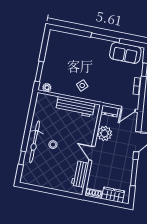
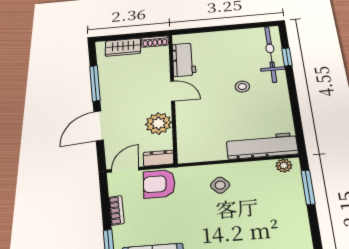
armchair: (113, 95) -> (159, 184), added
workbench: (75, 107) -> (262, 146), moved
bicycle: (35, 142) -> (271, 54), moved

